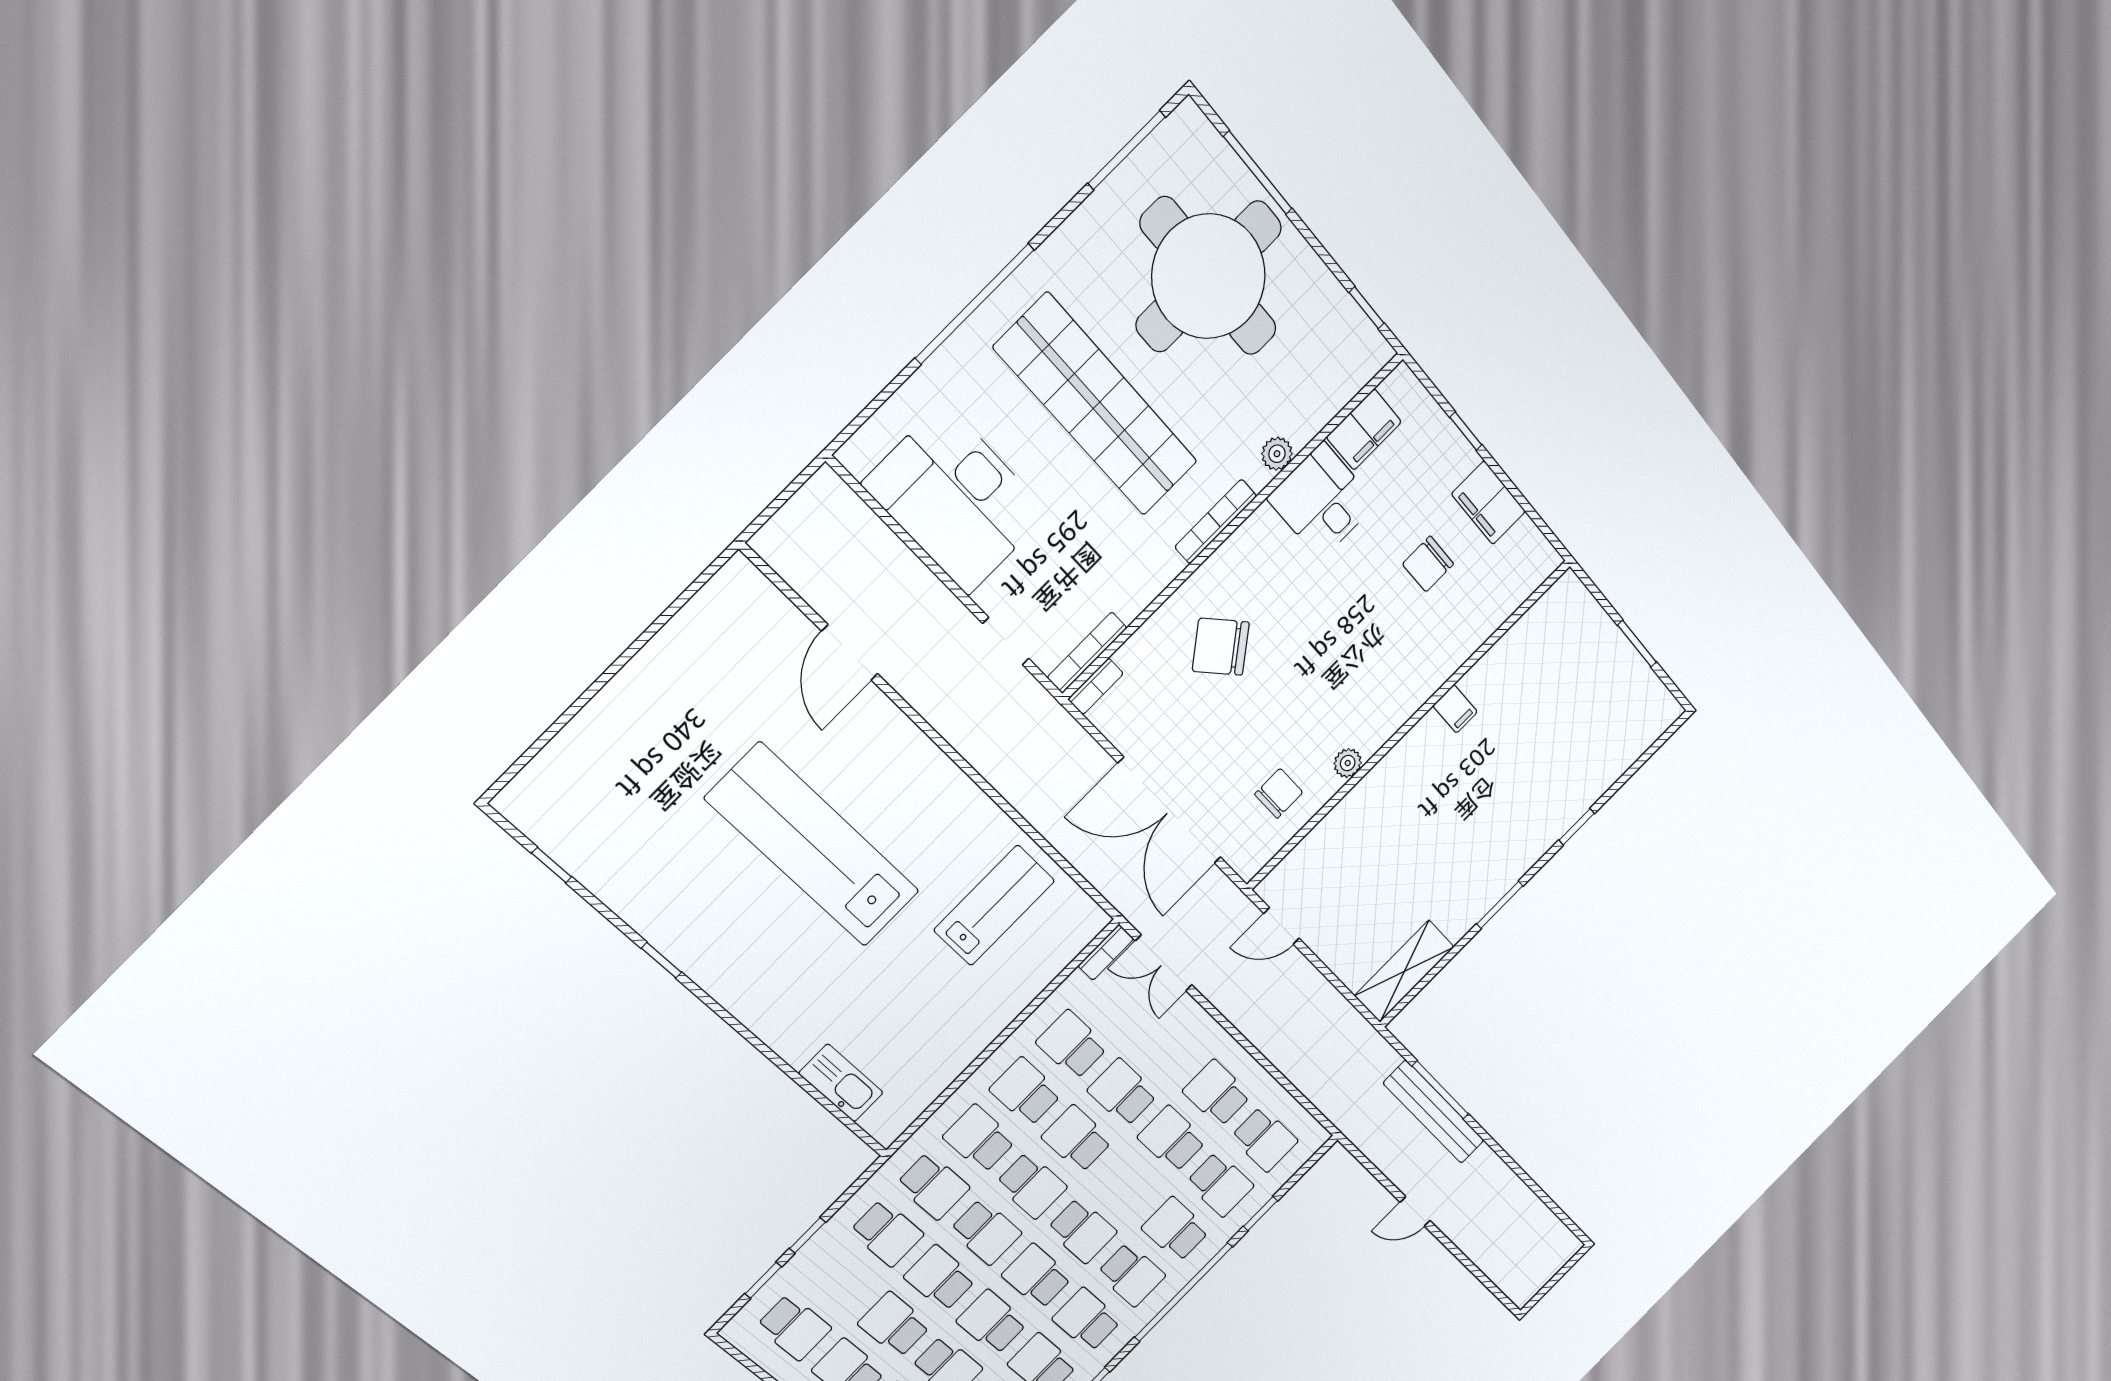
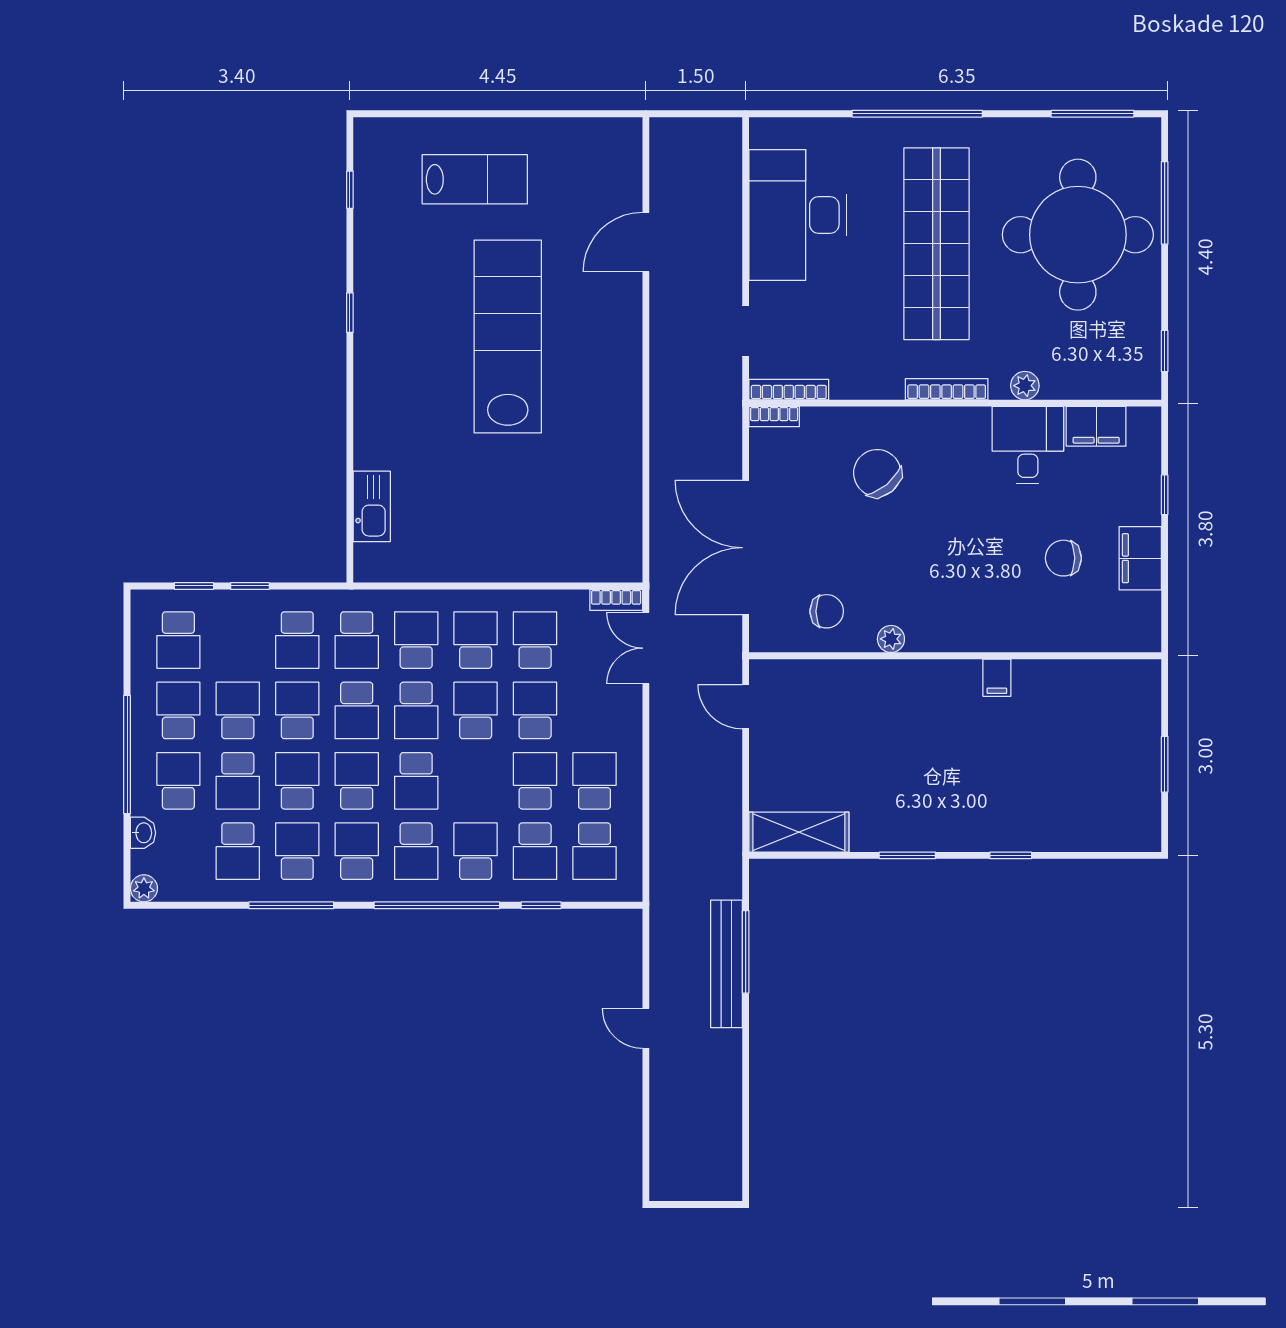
lab bench: (994, 905) -> (475, 179), moved

